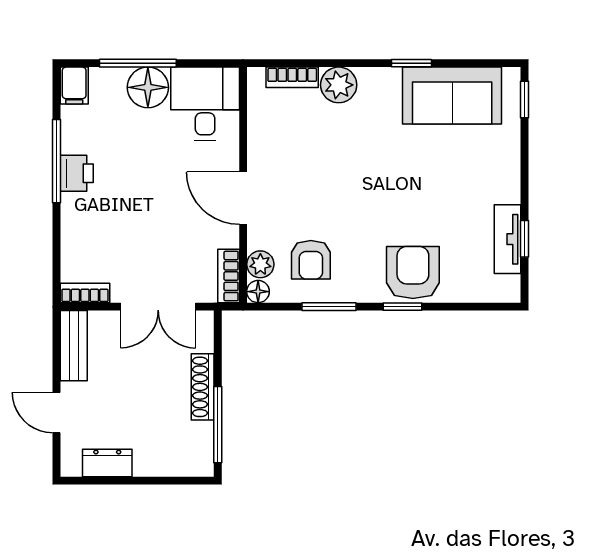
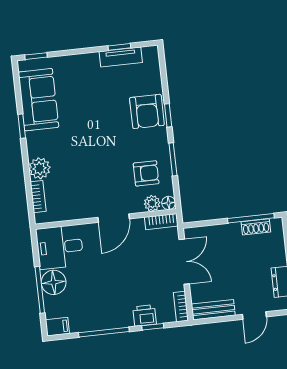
printer: (77, 173) -> (144, 315), moved
window: (56, 243) -> (153, 327), added
armchair: (413, 272) -> (147, 111), turned -90
shoe rack: (203, 387) -> (256, 227), moved, width x0.70

